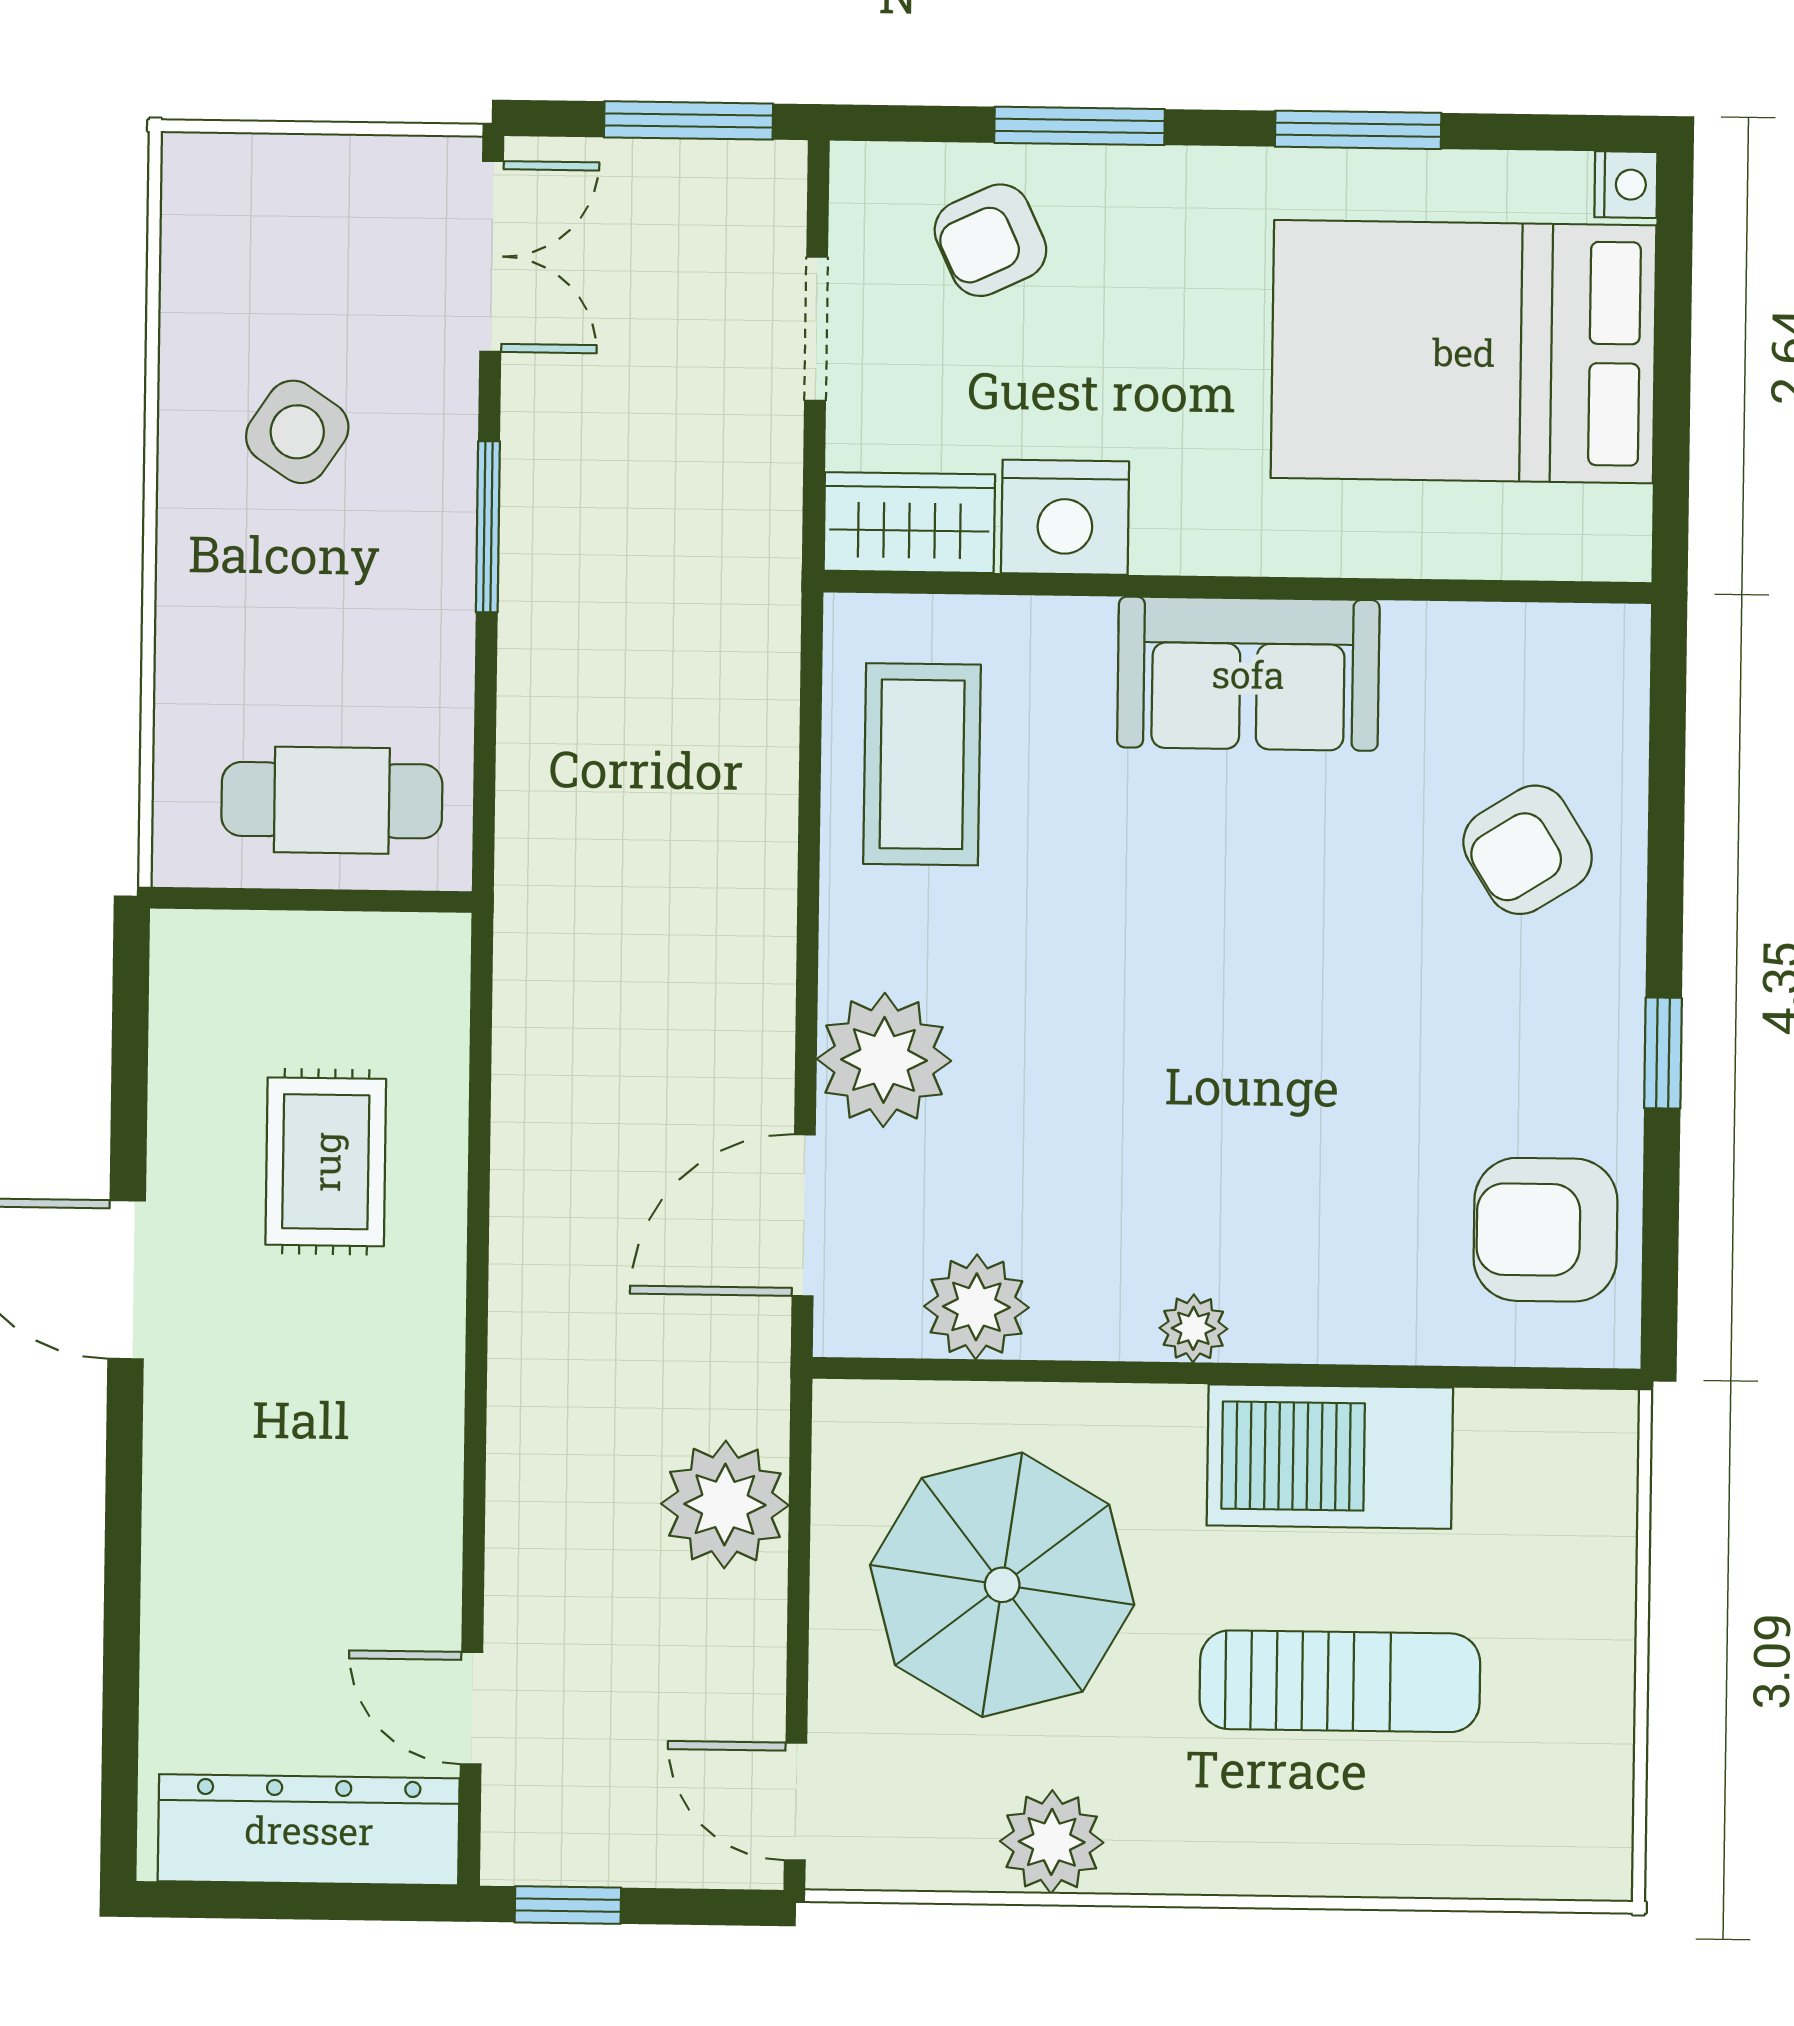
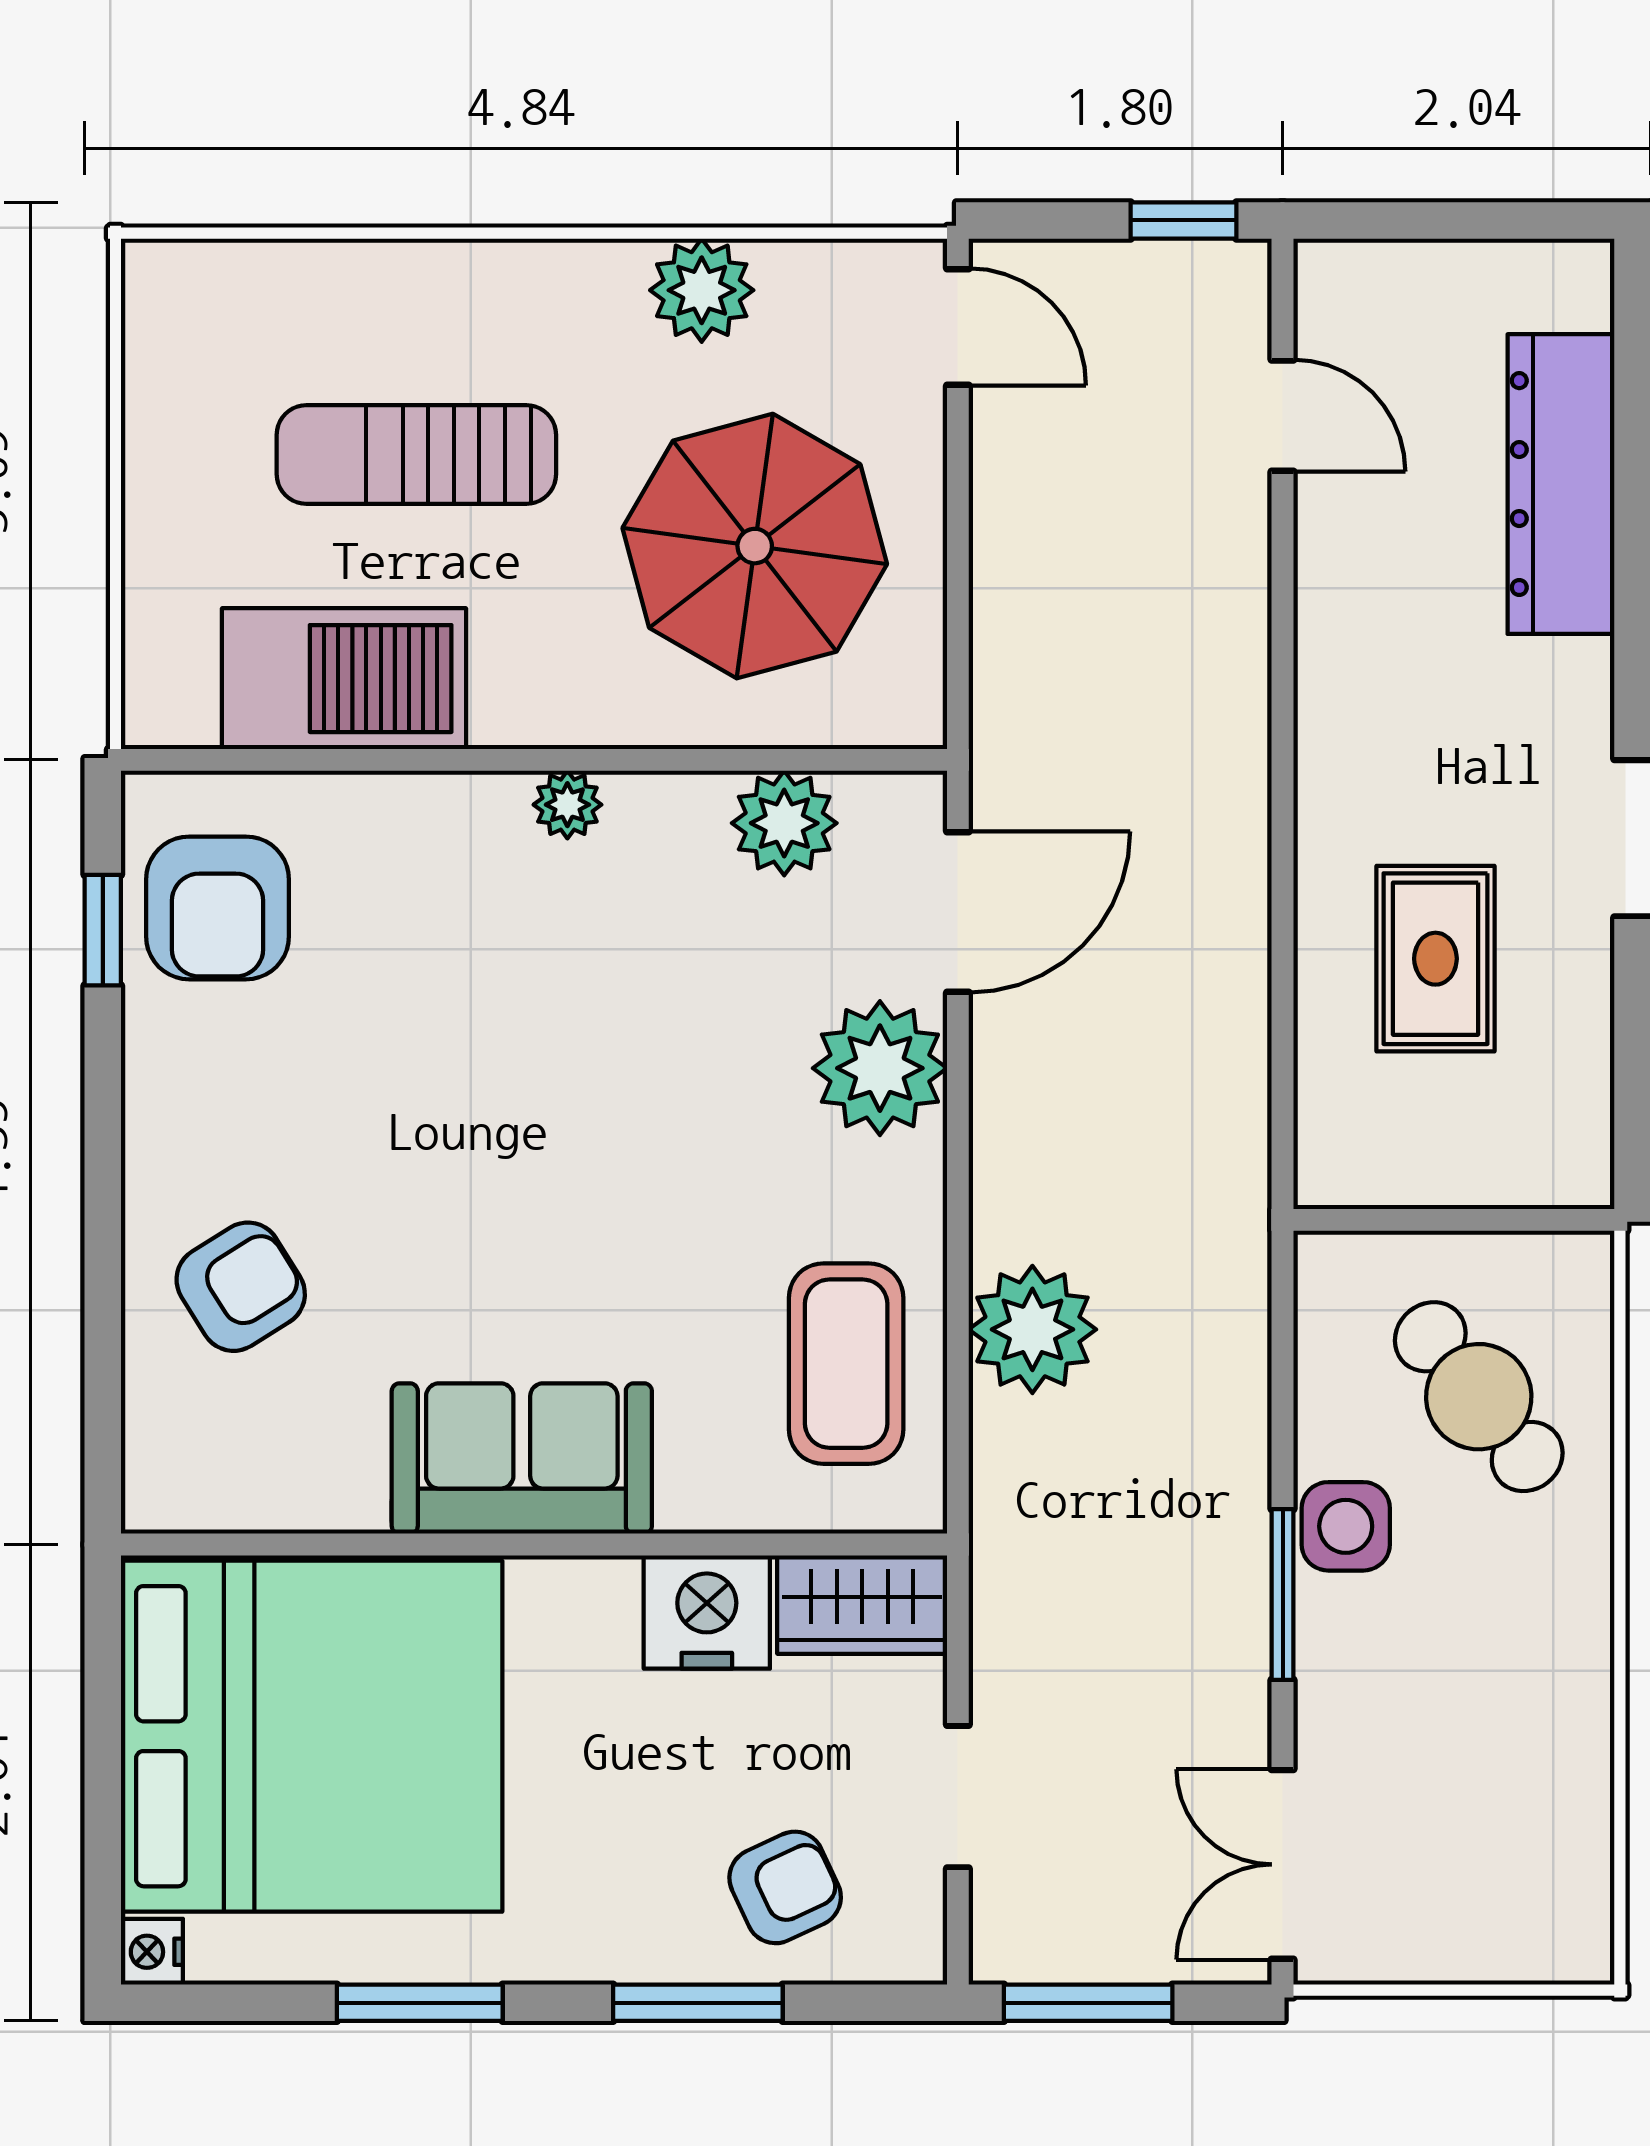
bed: (1464, 352) -> (312, 1736), width x1.36
side table: (297, 432) -> (1346, 1526), moved, turned -34
cafe table: (332, 800) -> (1479, 1397), moved, turned 51
window: (1663, 1053) -> (103, 930), moved
armchair: (1546, 1230) -> (218, 908), turned 90
barbecue: (1330, 1457) -> (344, 679), moved
plant: (725, 1505) -> (1032, 1329), moved
dresser: (309, 1830) -> (1561, 484), moved, turned 90

